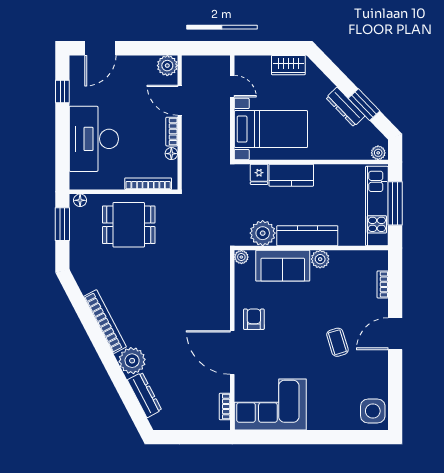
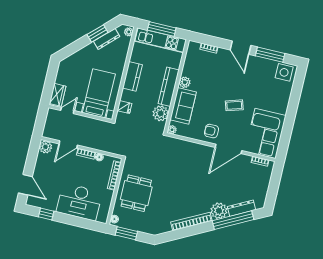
wardrobe: (288, 65) -> (58, 95), moved
dresser: (345, 107) -> (107, 39), moved
kitchen counter: (291, 175) -> (132, 76), moved
coffee table: (337, 342) -> (234, 105), moved
window: (395, 382) -> (270, 55), added
window: (122, 386) -> (233, 220), added

